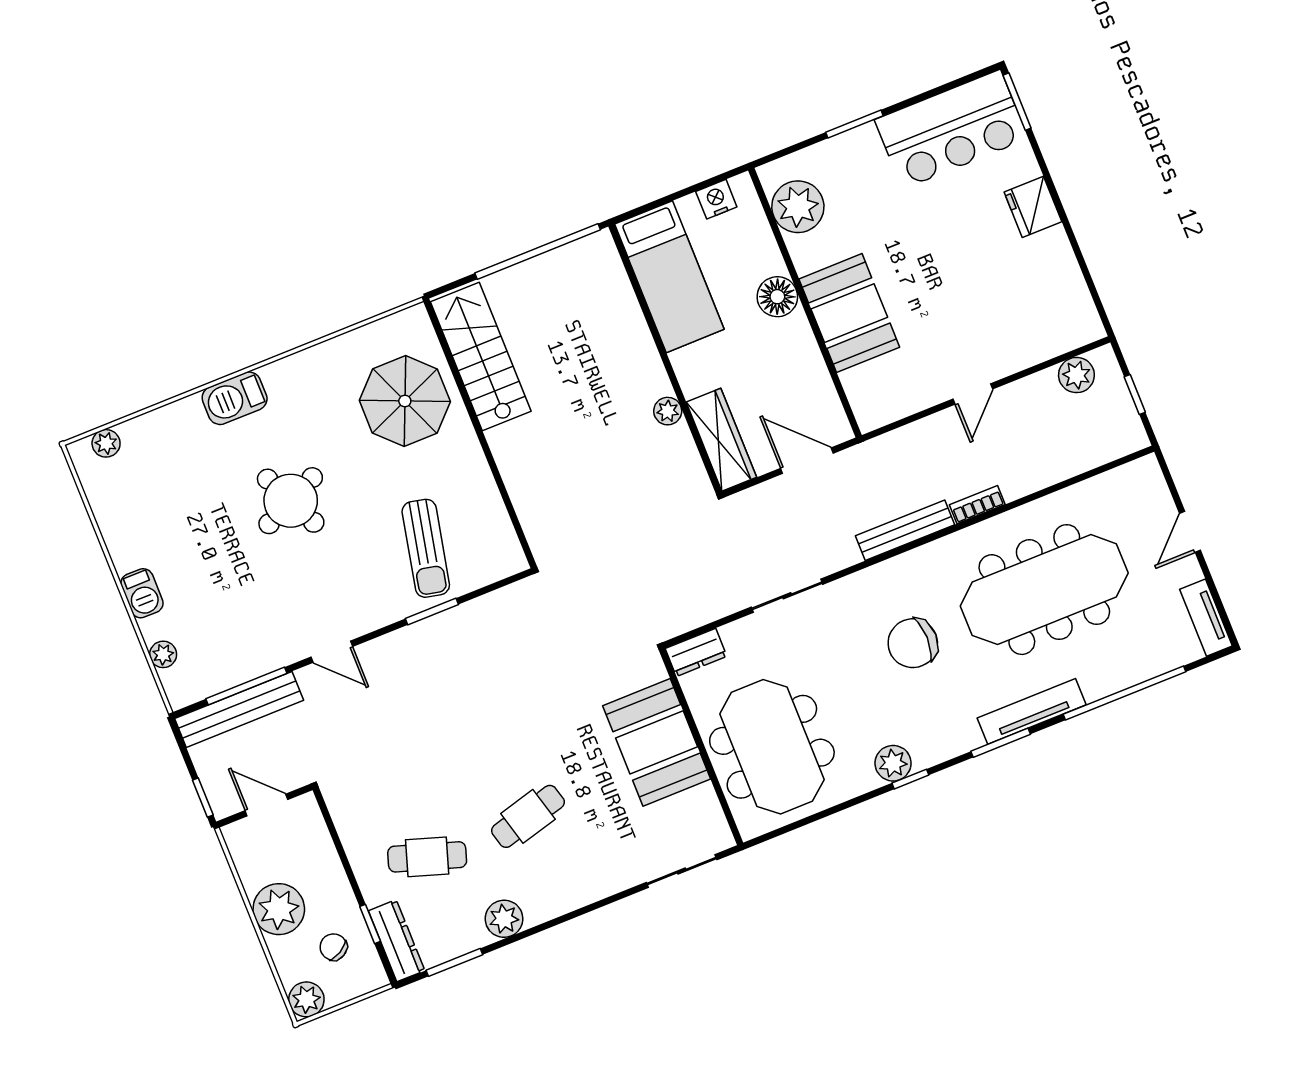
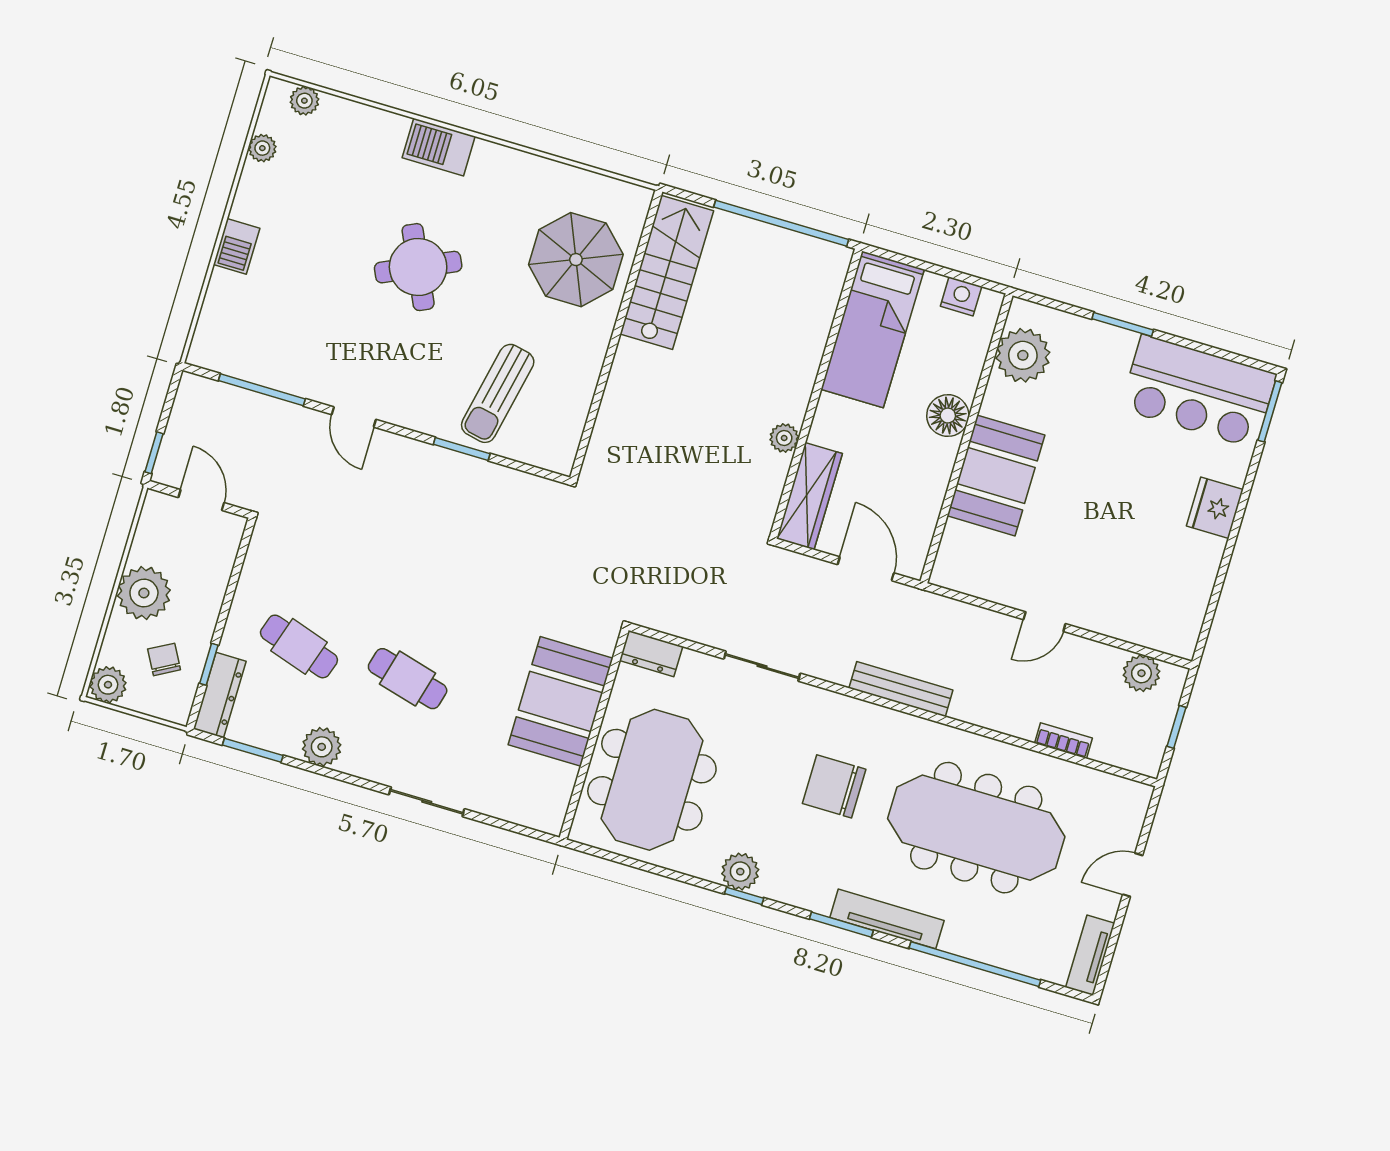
bookcase: (977, 505) -> (1064, 741), moved
plant: (163, 654) -> (262, 148), moved
bench: (239, 709) -> (241, 404), removed
cafe table: (528, 816) -> (408, 679), turned 30
sliding door: (682, 871) -> (427, 802), moved

